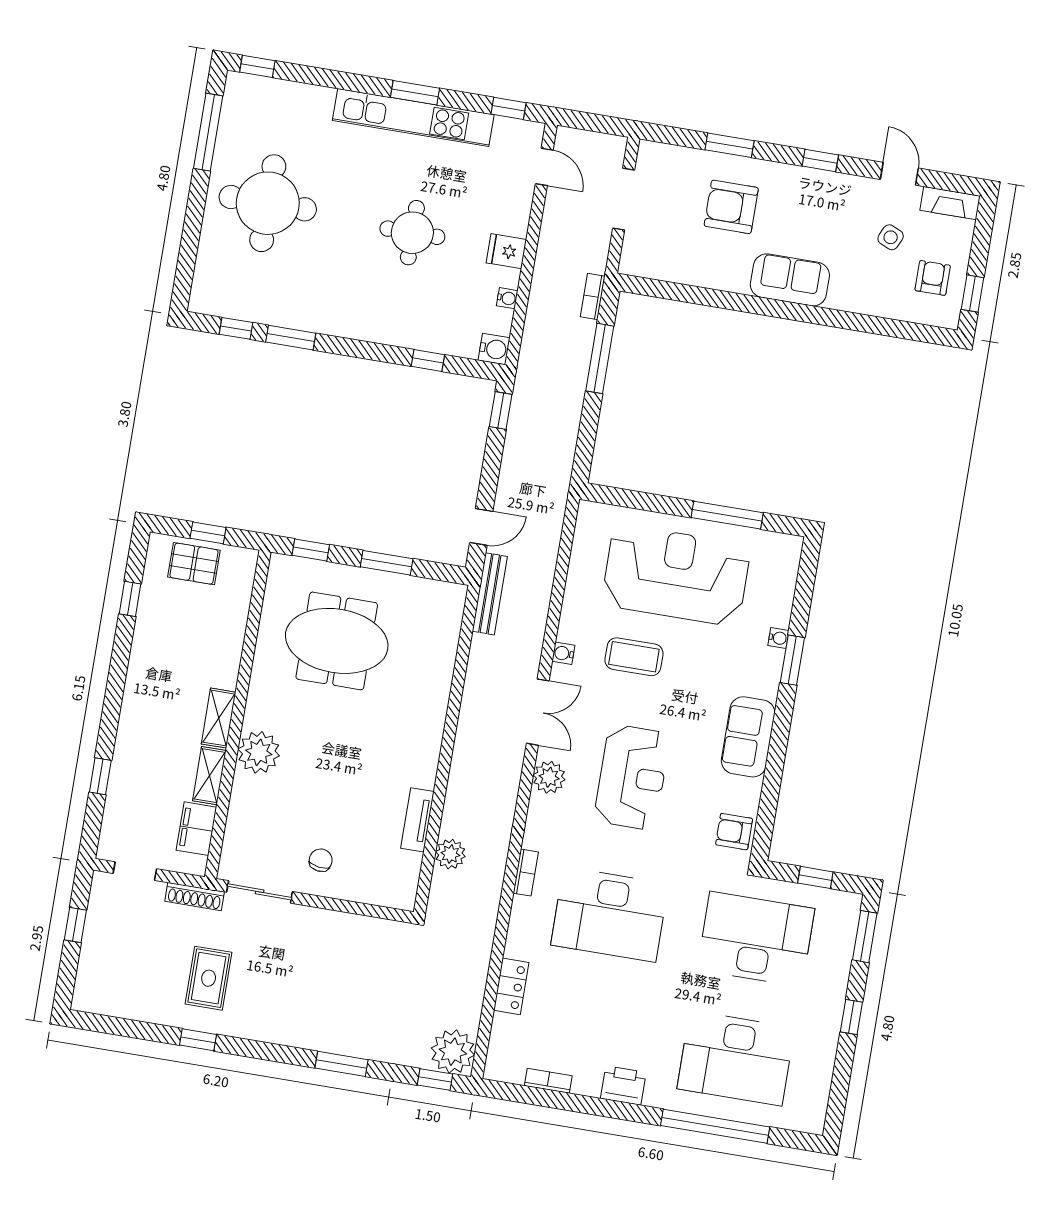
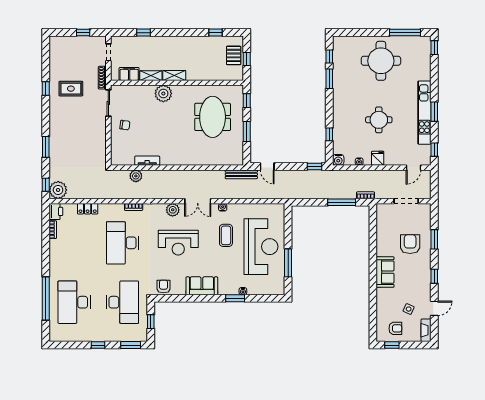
printer: (623, 1085) -> (56, 211), moved

